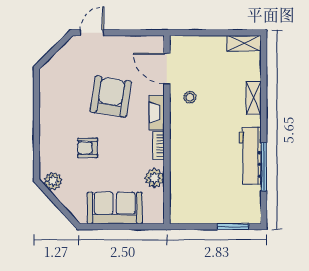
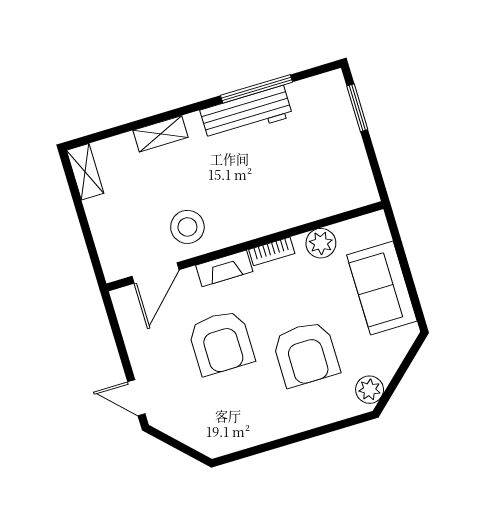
armchair: (111, 97) -> (221, 343), turned -99
stool: (190, 97) -> (187, 227), width x1.89, depth x1.89
armchair: (88, 148) -> (306, 354), width x1.88, depth x1.88

